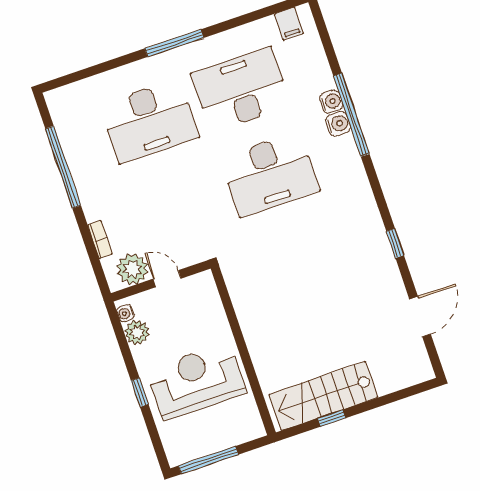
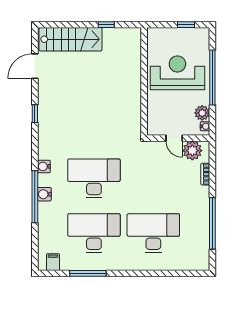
window: (174, 43) -> (88, 273), moved
desk: (241, 90) -> (94, 233), turned 180
water cooler: (331, 102) -> (44, 166), moved
reception desk: (196, 381) -> (177, 73), turned 180
window: (140, 392) -> (212, 78), width x3.17
stairs: (323, 396) -> (71, 39), moved
window: (208, 460) -> (186, 25), width x0.46

